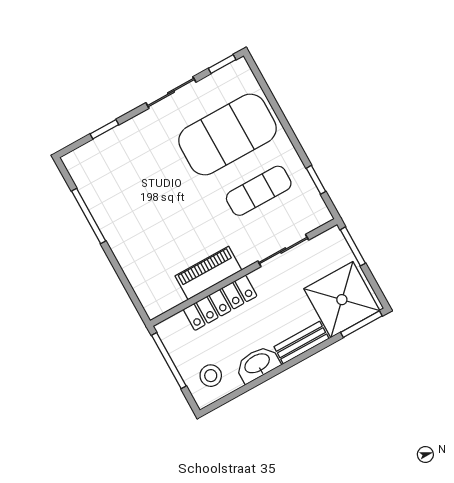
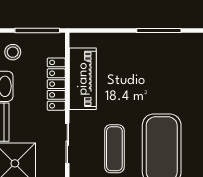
piano: (208, 273) -> (83, 79), width x1.37, depth x1.33

